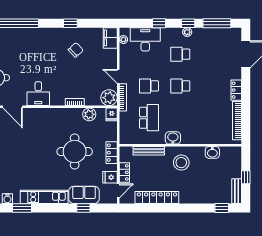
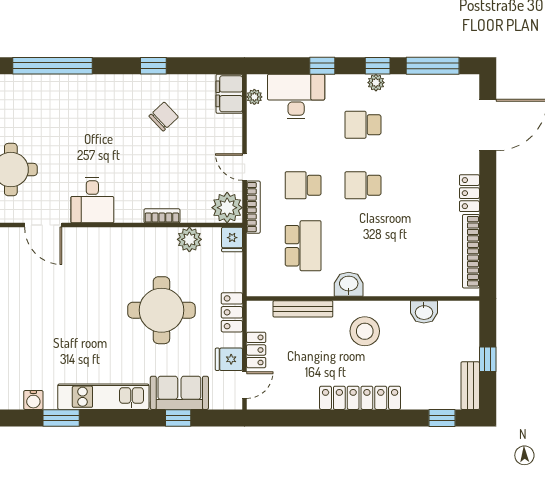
locker: (157, 197) -> (360, 398), moved

